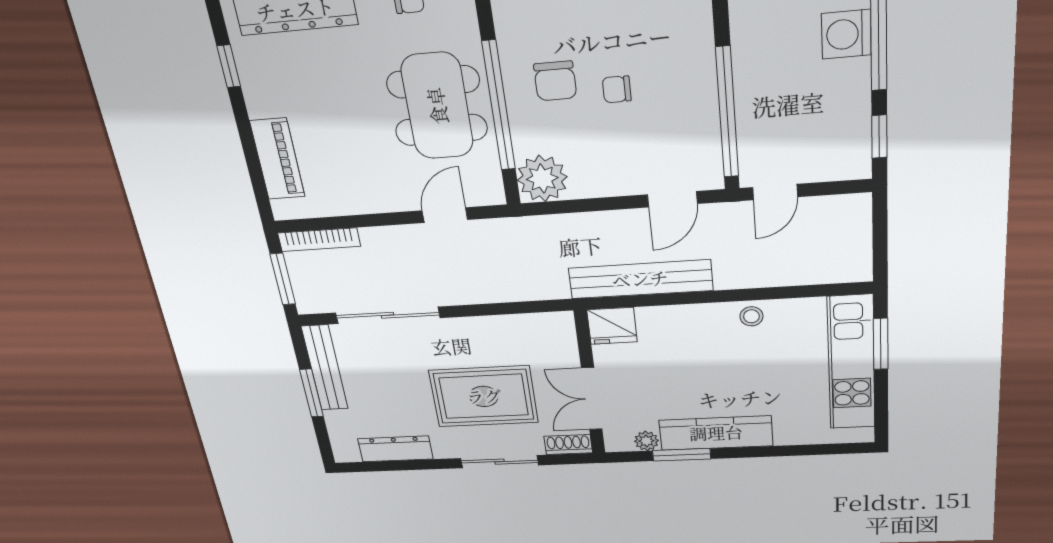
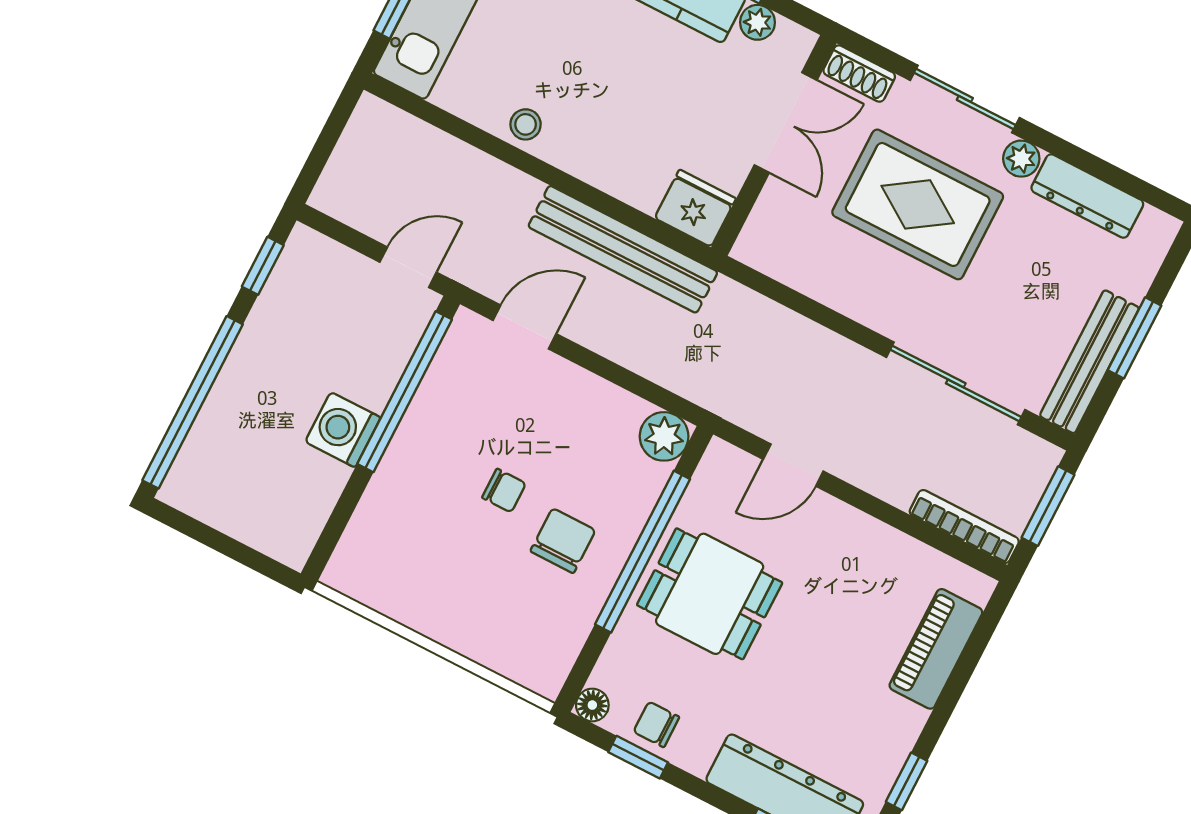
washing machine: (846, 34) -> (343, 430), moved, turned 180
dining table: (437, 106) -> (710, 594), width x0.73
plant: (542, 179) -> (664, 436), width x0.73, depth x0.73
plant: (445, 449) -> (1021, 159), added

